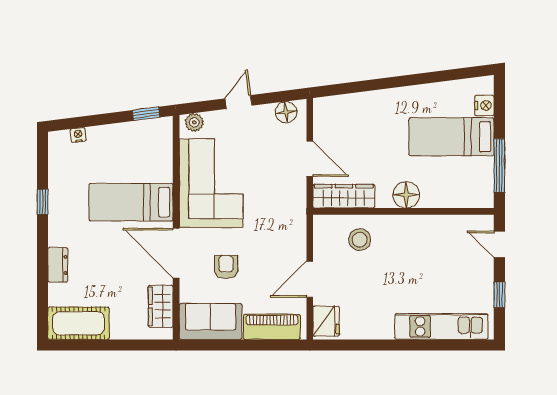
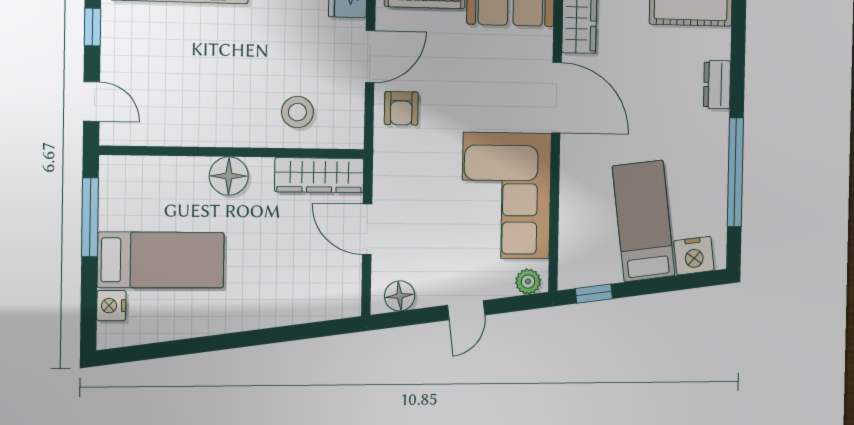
nightstand: (78, 135) -> (694, 256), width x1.89, depth x1.79
window: (43, 202) -> (735, 172), width x3.17
bed: (131, 202) -> (644, 221), moved, turned -97
armchair: (226, 267) -> (401, 108), moved

